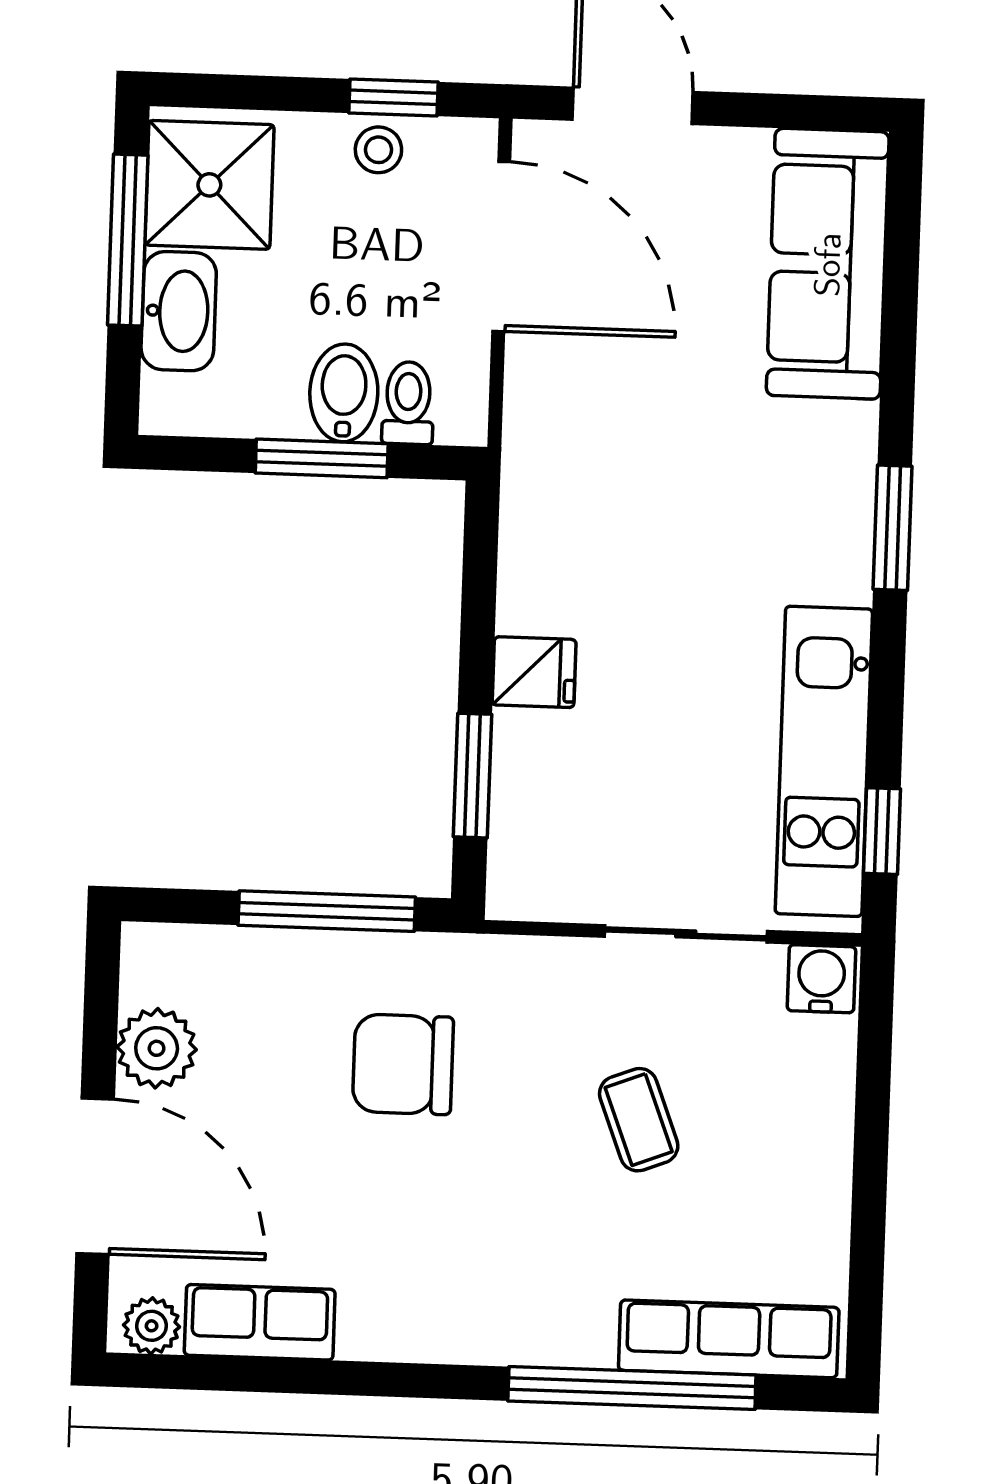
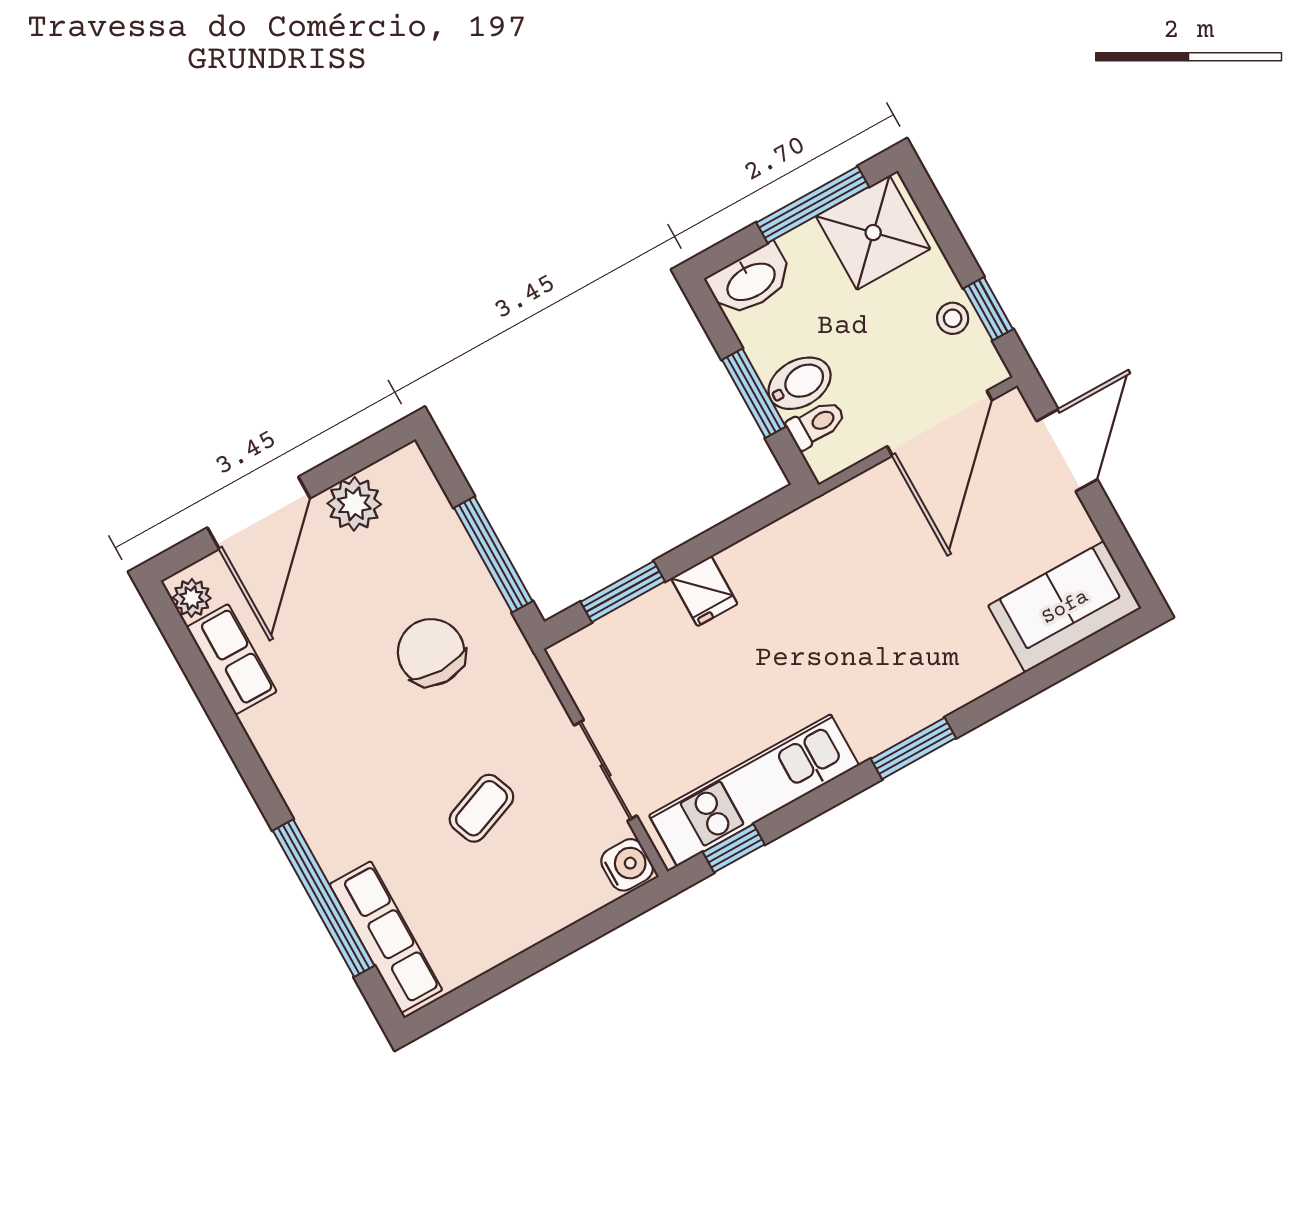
sofa: (828, 264) -> (1065, 607), width x0.73
washbasin: (179, 311) -> (750, 281), moved

